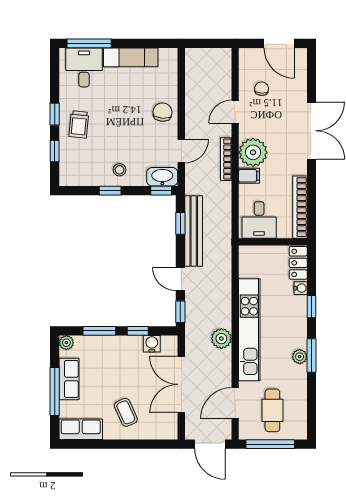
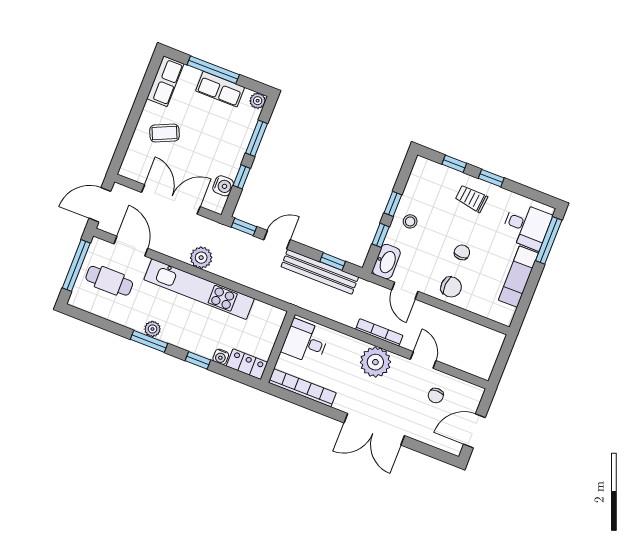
chair: (262, 89) -> (436, 396), turned 86
chair: (129, 114) -> (462, 252), added
filing cabinet: (249, 176) -> (354, 349), removed
window: (161, 191) -> (381, 235), moved

